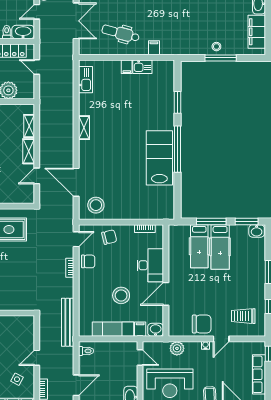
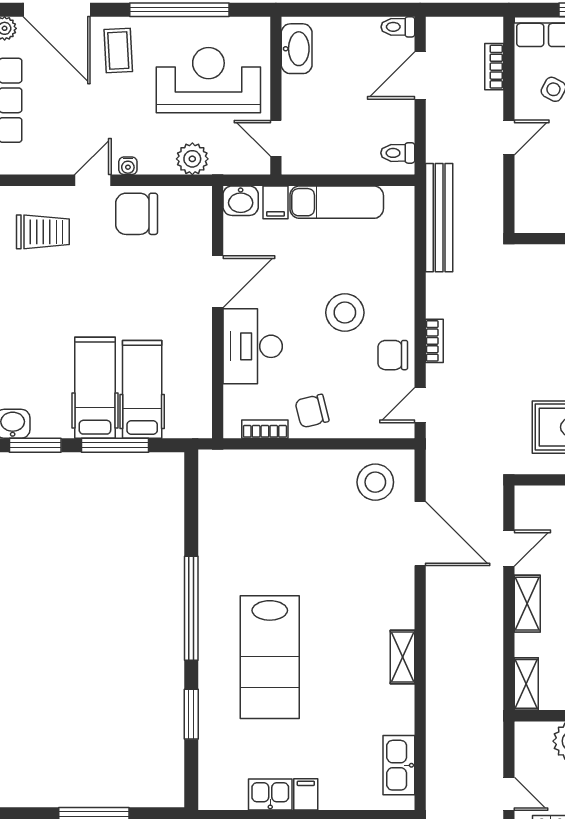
shelving: (29, 126) -> (526, 684), moved
lab bench: (159, 158) -> (270, 657), moved
chair: (109, 237) -> (312, 411), moved
stool: (121, 295) -> (345, 313), moved

